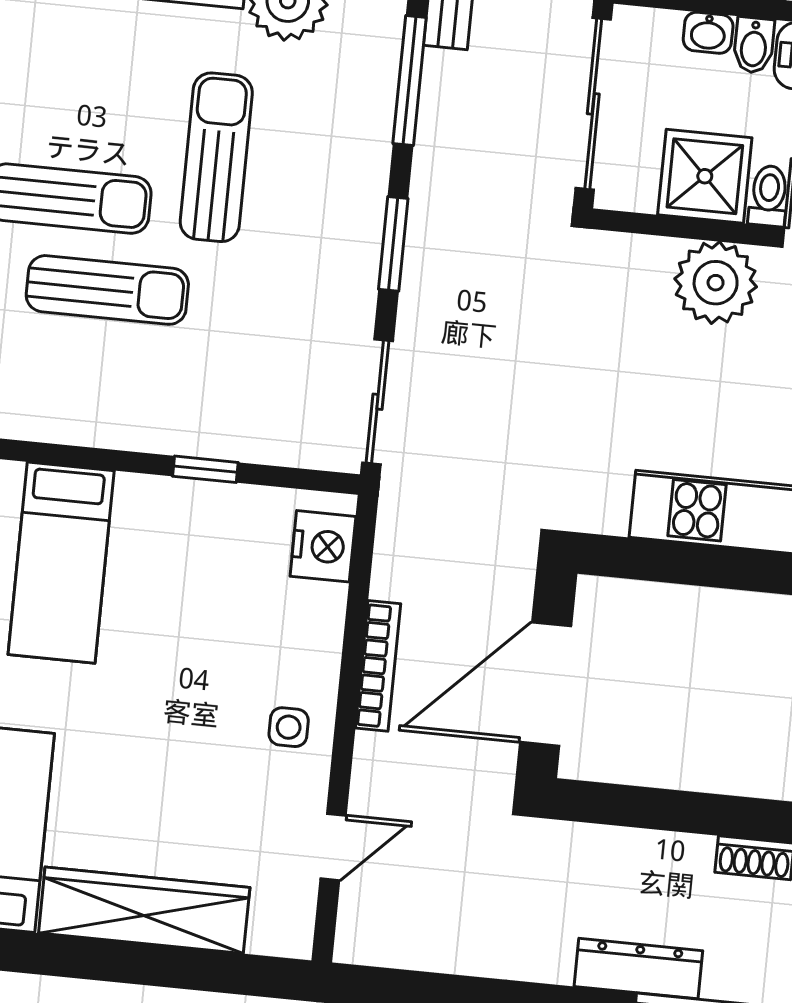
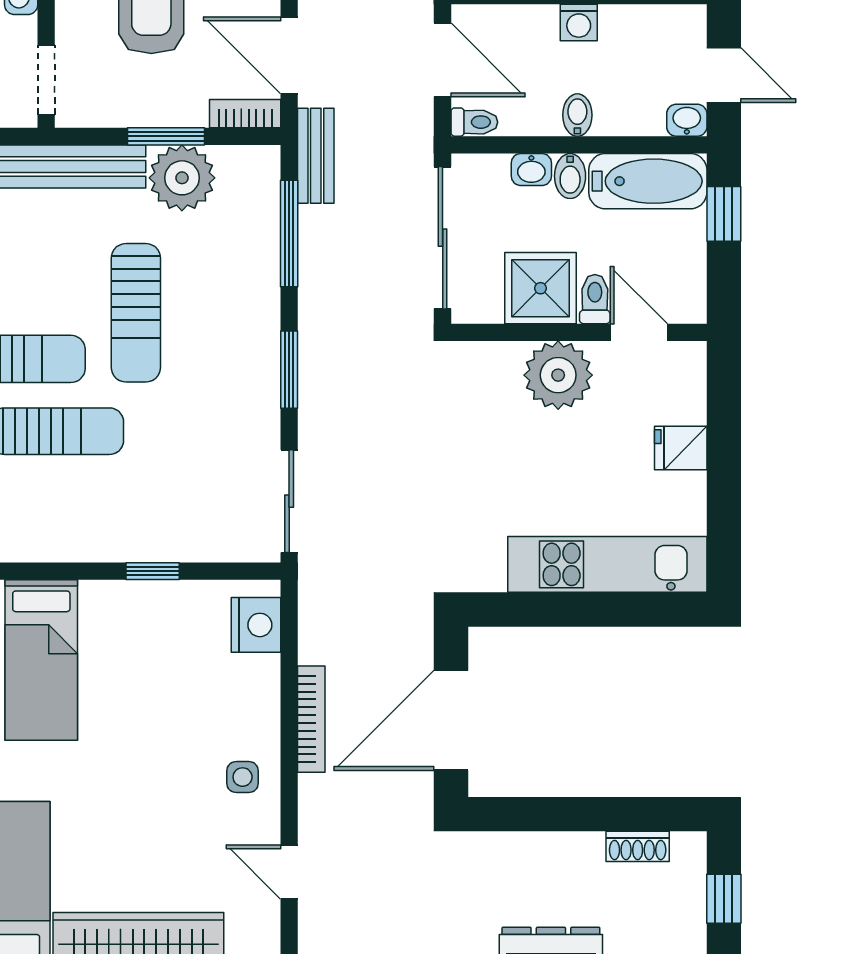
sun lounger: (216, 157) -> (136, 313), turned 180
door: (333, 847) -> (289, 872), swing flipped

